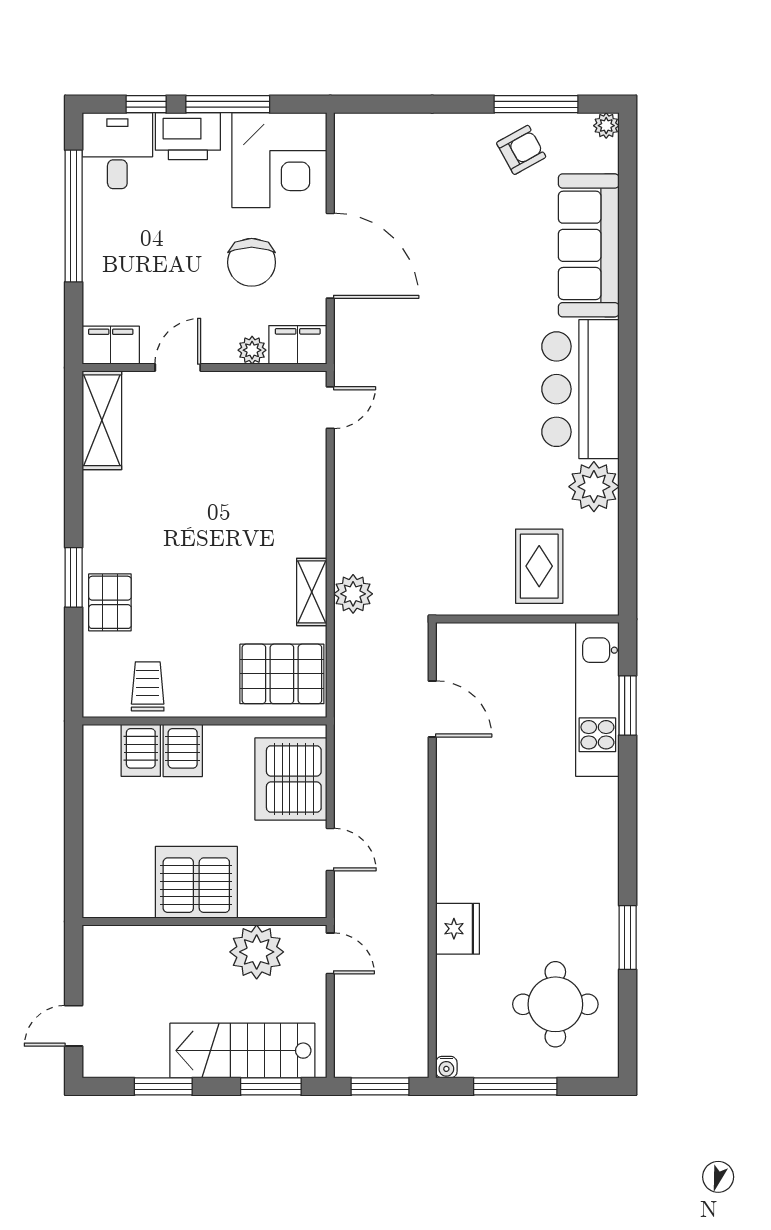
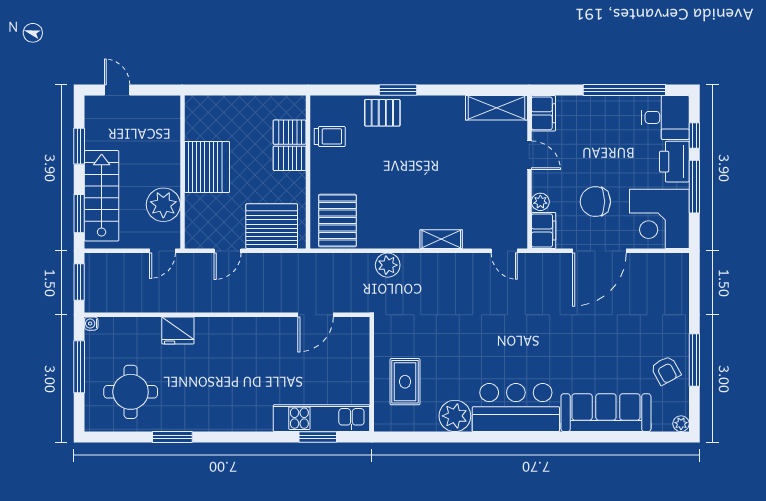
window: (536, 104) -> (694, 360), moved
rug: (539, 566) -> (405, 382), turned 90
shelving: (312, 592) -> (441, 239), moved

